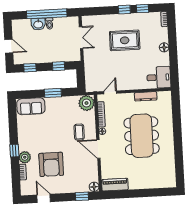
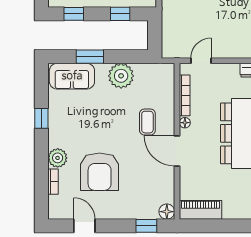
window: (53, 93) -> (90, 57), moved
plant: (87, 103) -> (121, 76), moved
window: (14, 151) -> (41, 118), moved

